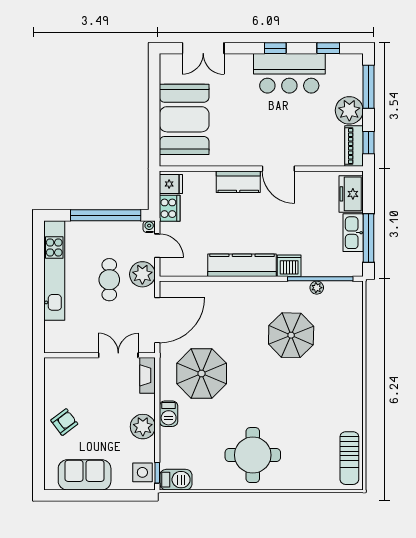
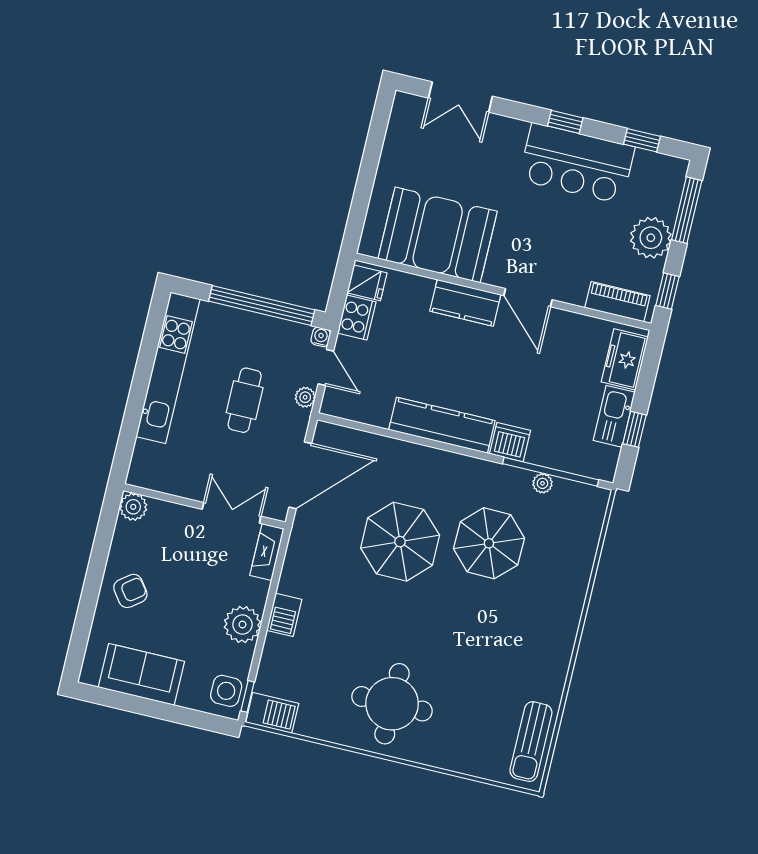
booth: (184, 119) -> (438, 235), moved, turned 90
piano: (354, 146) -> (617, 302), moved, turned 90
window: (368, 238) -> (635, 429), width x0.46
plant: (142, 274) -> (305, 397), width x0.53, depth x0.53
plant: (53, 367) -> (133, 507), added
parasol: (202, 374) -> (400, 542), moved

